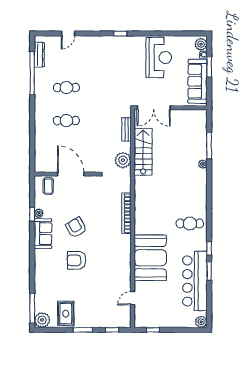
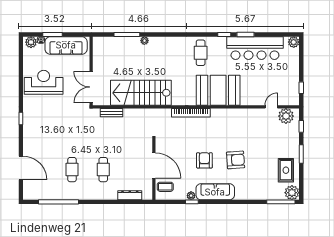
door: (68, 33) -> (21, 168), width x1.87
dresser: (39, 55) -> (130, 195), moved
double door: (154, 108) -> (91, 87), swing flipped
stairs: (143, 152) -> (141, 93), width x1.36, depth x1.51
plant: (123, 160) -> (286, 116), moved
door: (71, 174) -> (154, 165), swing flipped
armchair: (76, 227) -> (204, 160), turned 121
sofa: (43, 234) -> (215, 192), width x1.36
booth: (150, 258) -> (218, 90), moved
armchair: (77, 260) -> (236, 160), turned -94
door: (133, 298) -> (271, 107), swing flipped
rug: (66, 314) -> (286, 170), turned 90

